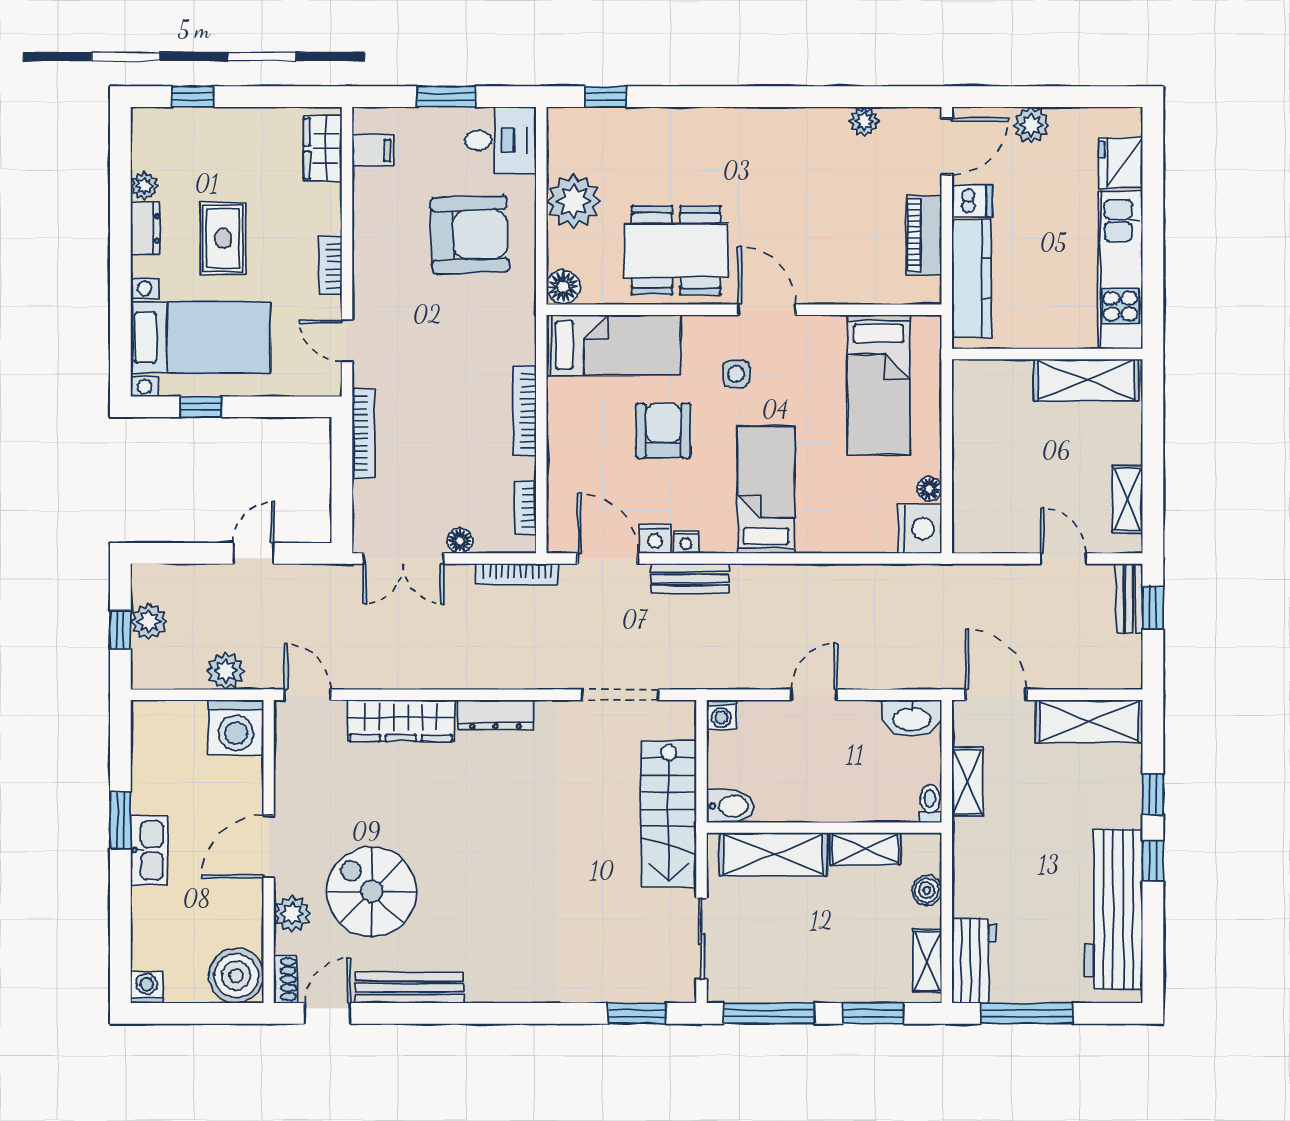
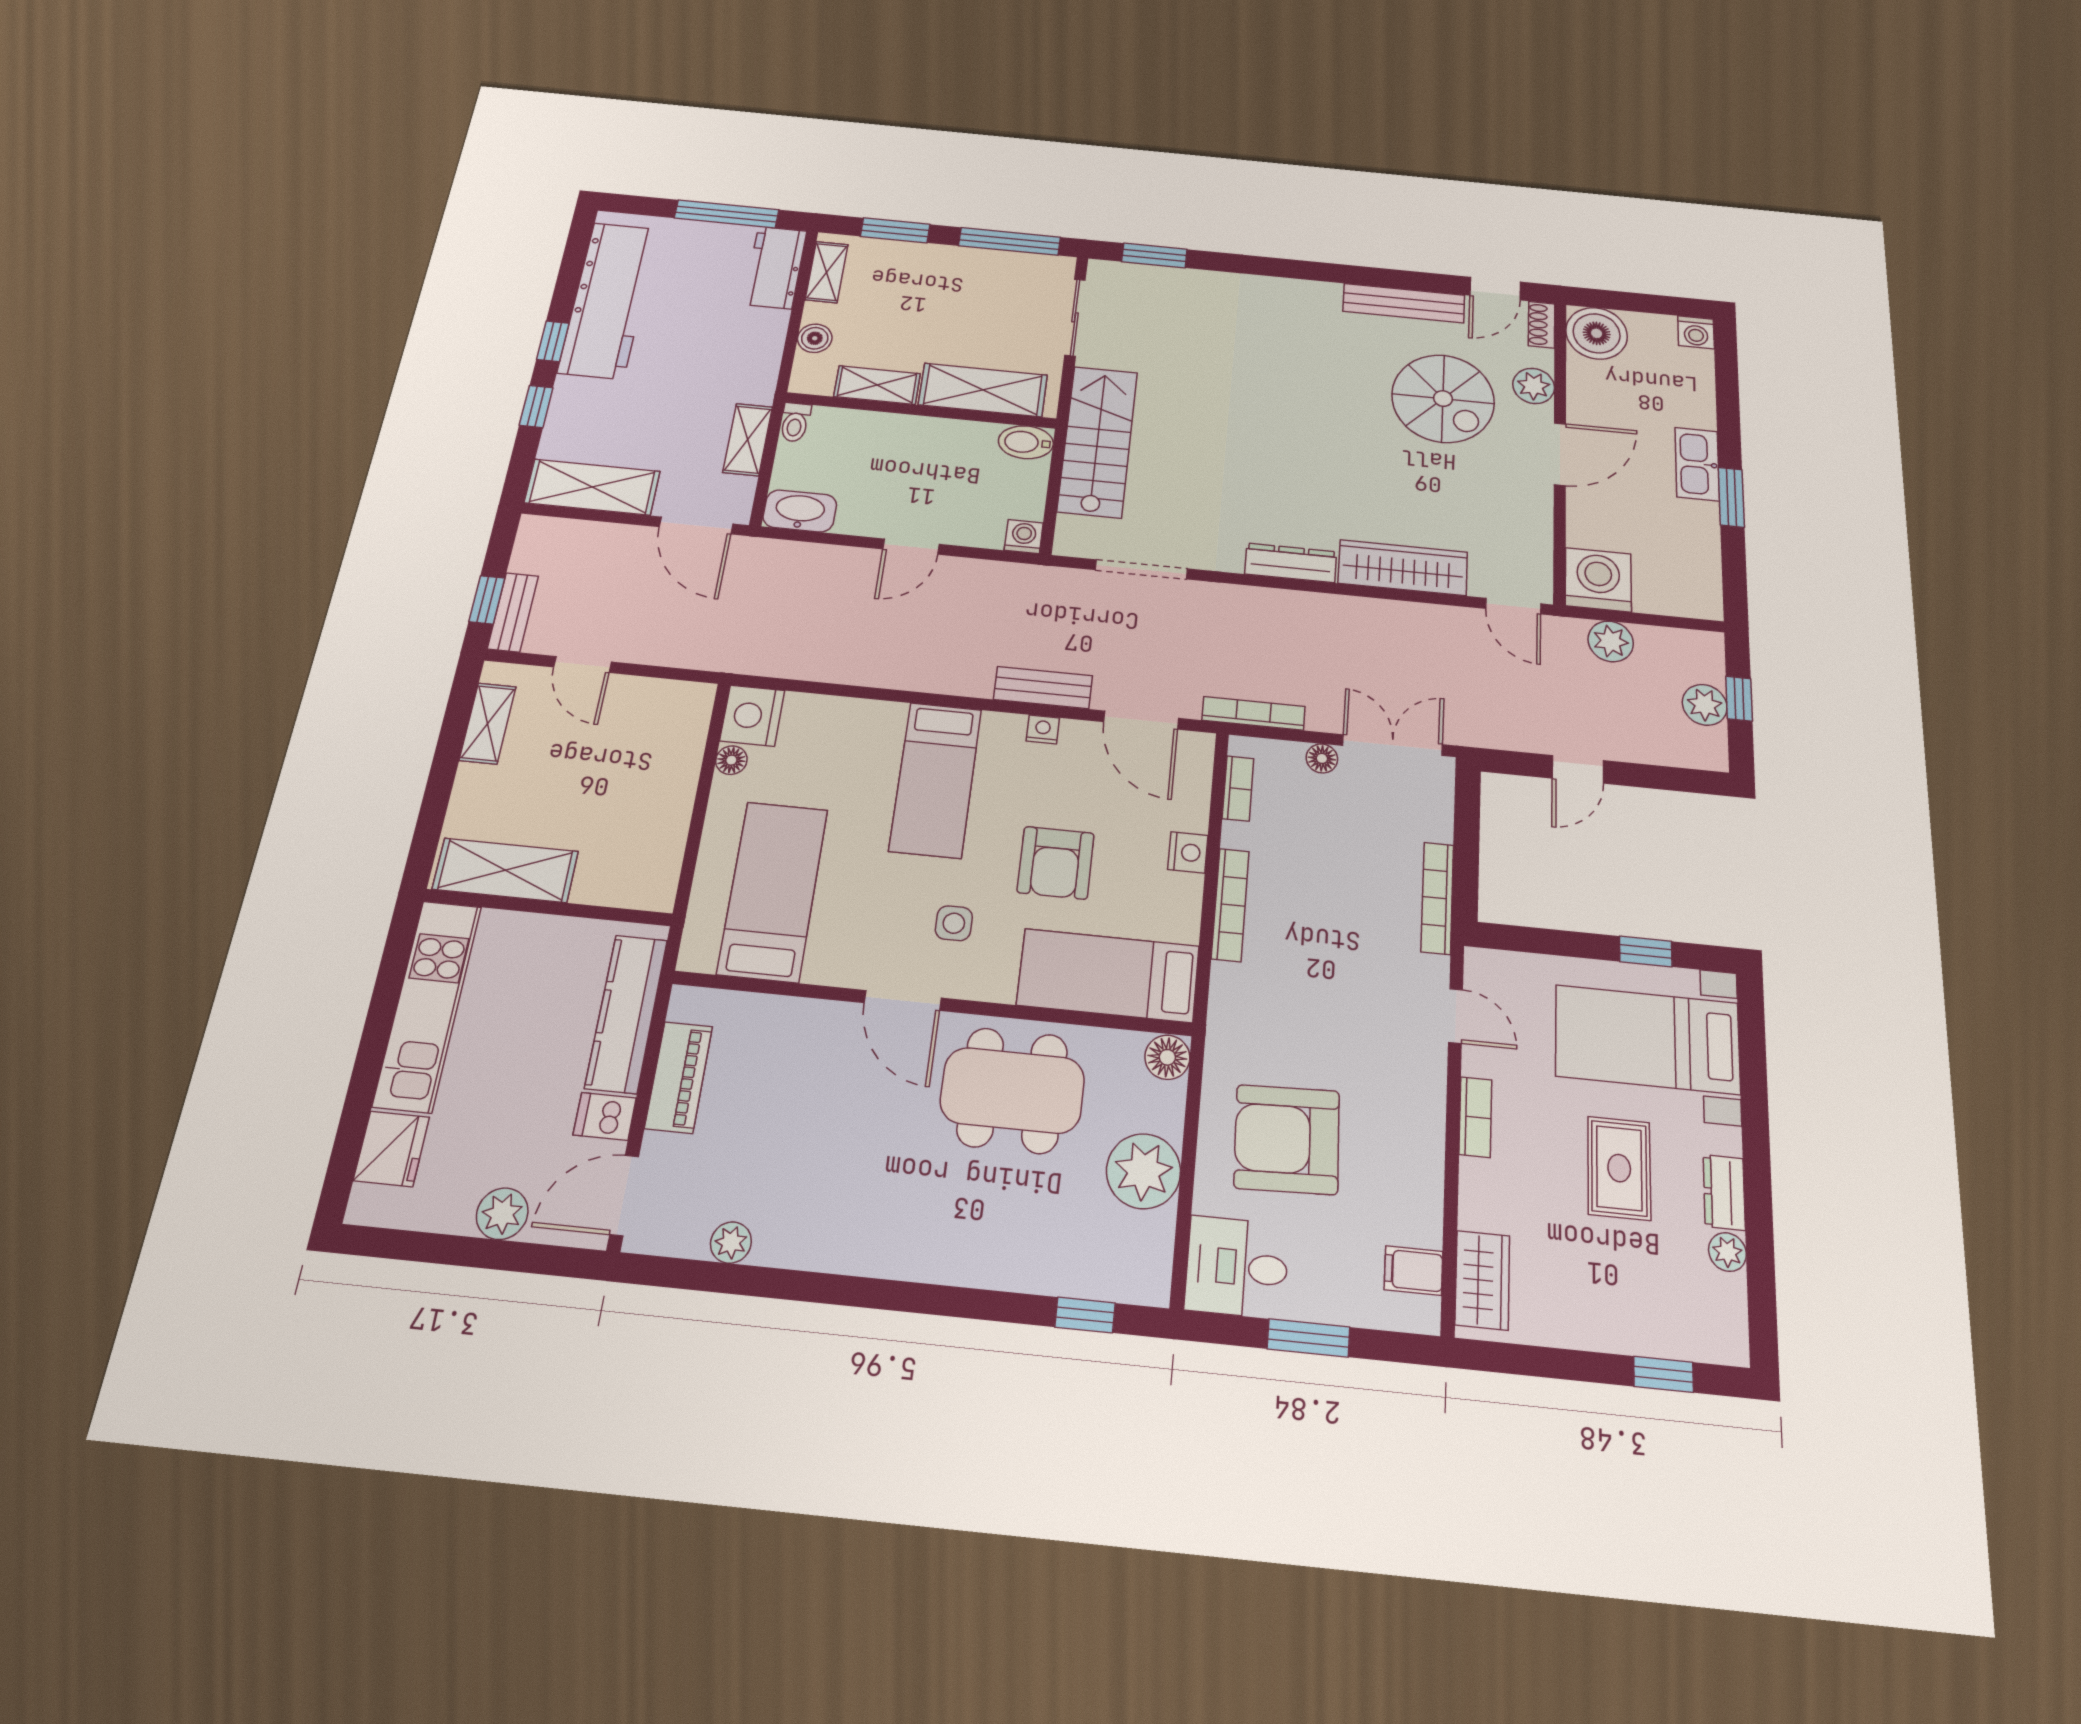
nightstand: (655, 539) -> (1188, 852), moved, turned 90

